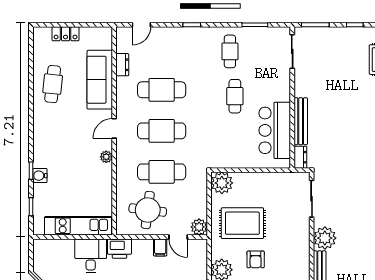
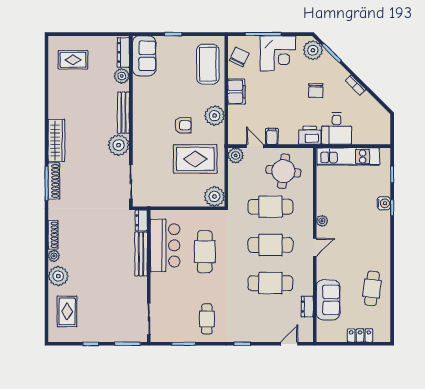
sofa: (100, 80) -> (328, 300), width x0.73
cafe table: (235, 96) -> (205, 252), moved, width x1.37, depth x1.35
armchair: (256, 259) -> (183, 125), turned 90

